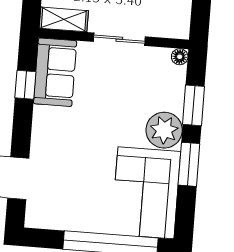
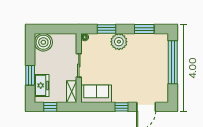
window: (25, 85) -> (122, 107), moved
window: (189, 164) -> (144, 29), moved
corner sofa: (146, 193) -> (148, 48), removed

